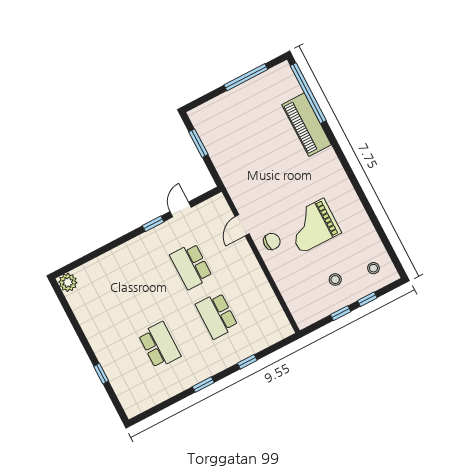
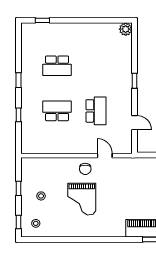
window: (153, 224) -> (135, 81), moved
grand piano: (312, 226) -> (82, 199), turned 180
school desk: (191, 266) -> (96, 111), turned 90
window: (367, 299) -> (19, 222), moved
window: (101, 374) -> (42, 20), moved

